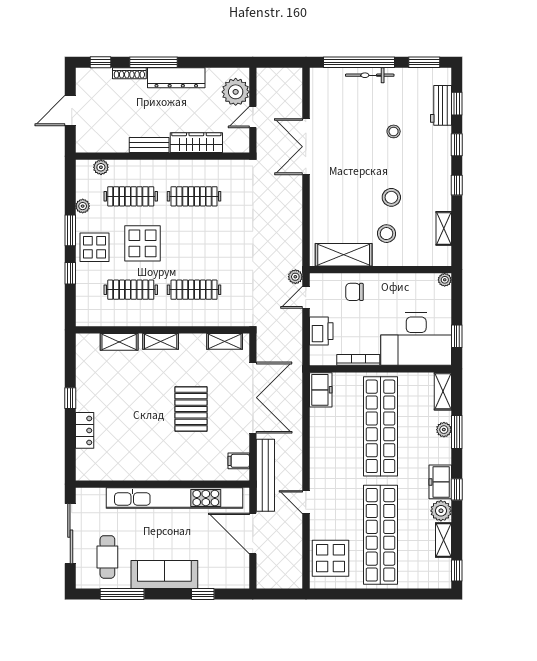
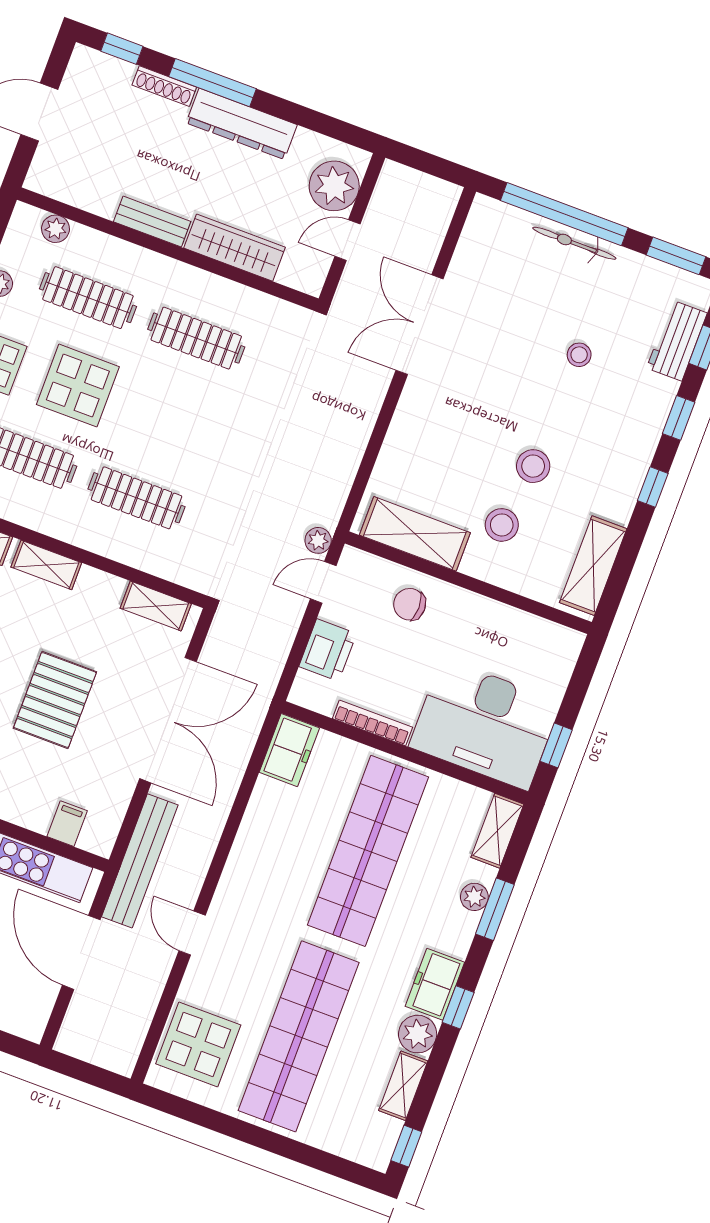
shelving: (444, 228) -> (593, 566), width x1.50, depth x1.33
plant: (445, 280) -> (572, 641), removed
filing cabinet: (239, 461) -> (67, 824), moved, turned 90

